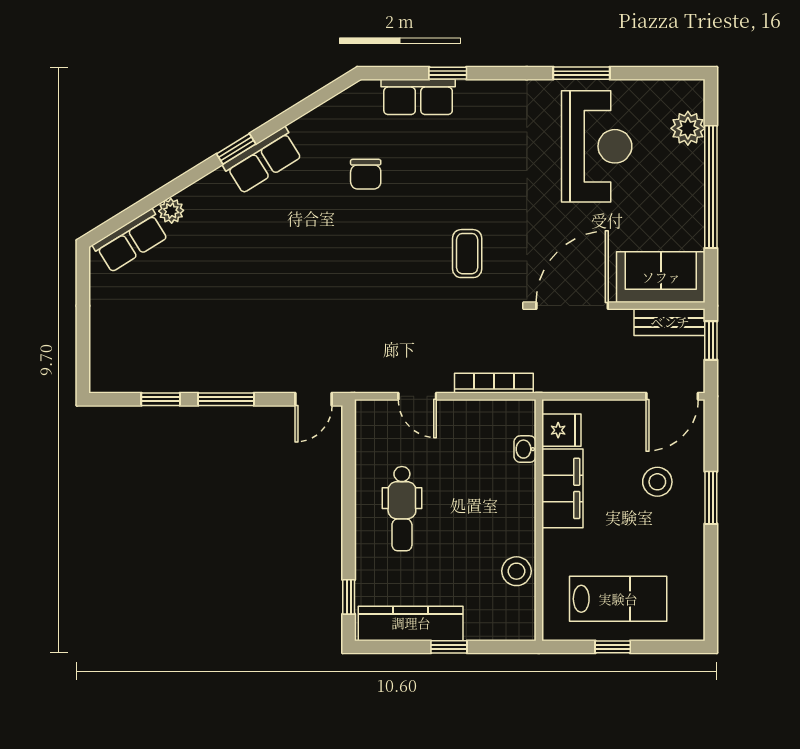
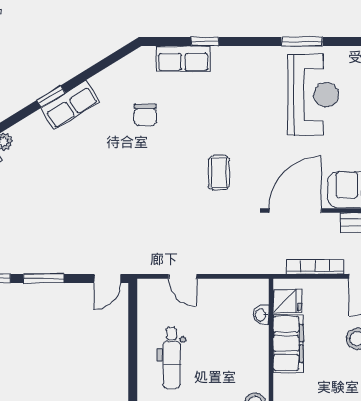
bookcase: (494, 383) -> (315, 267), moved

